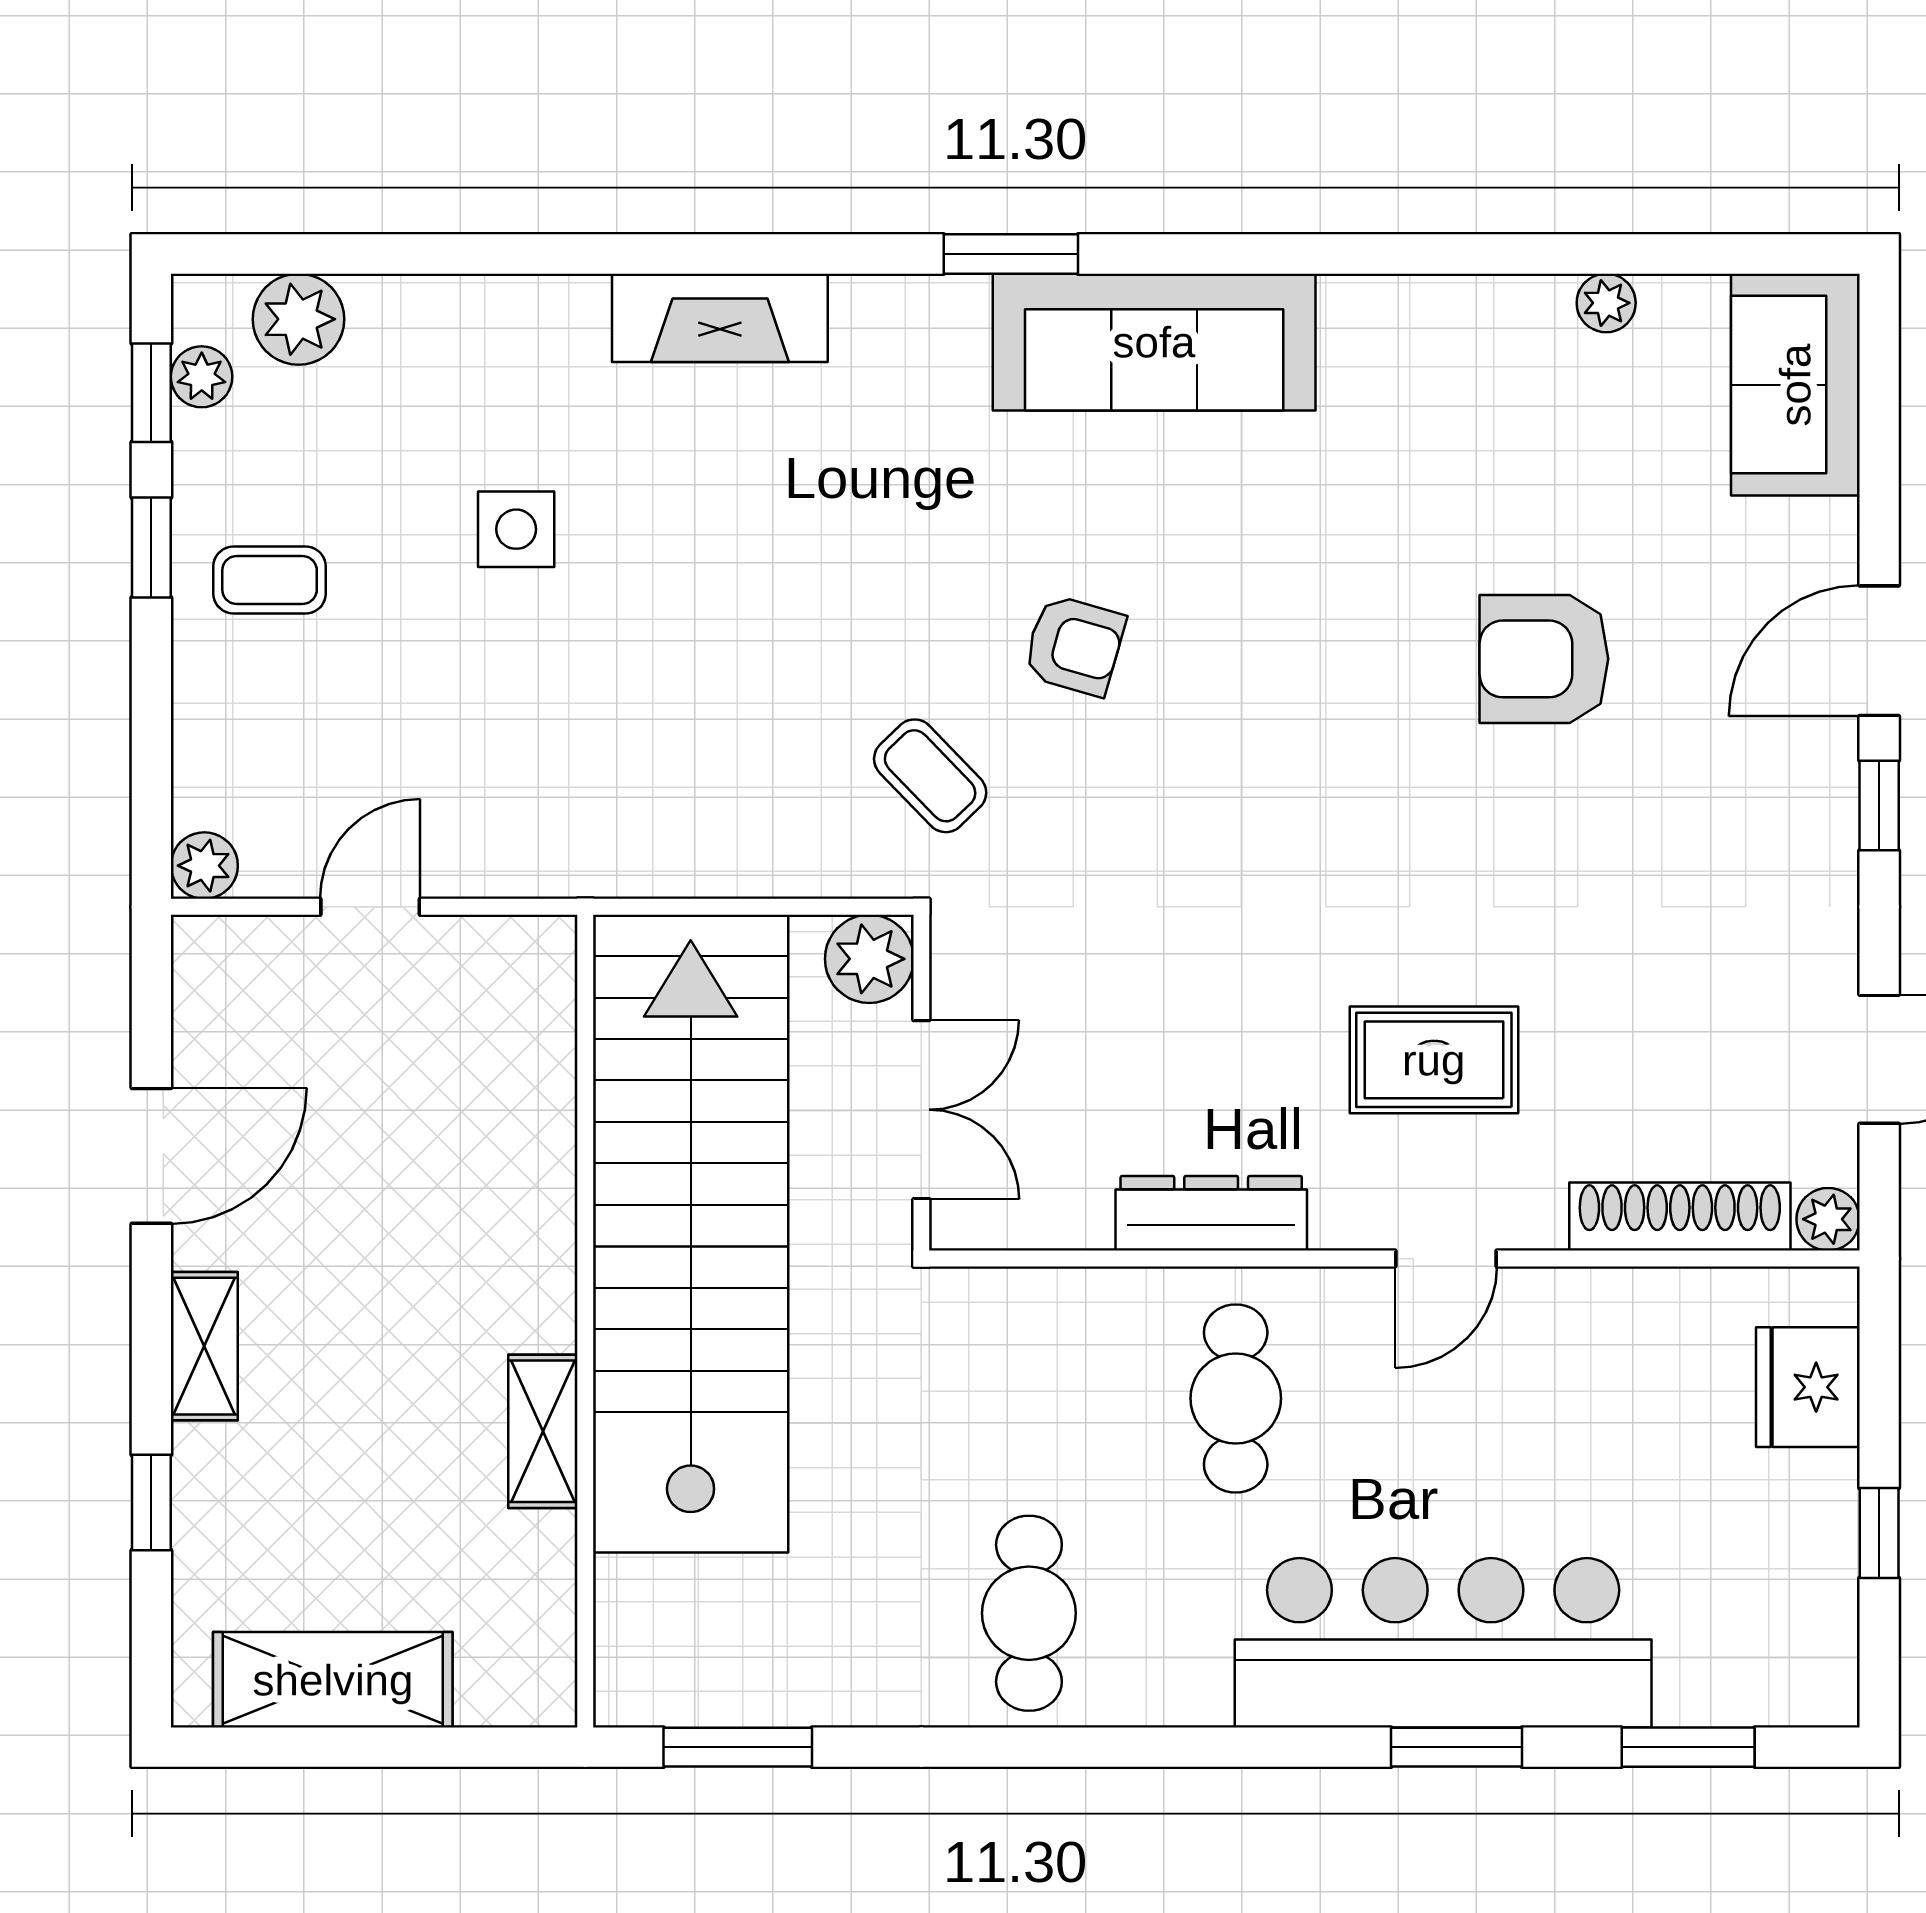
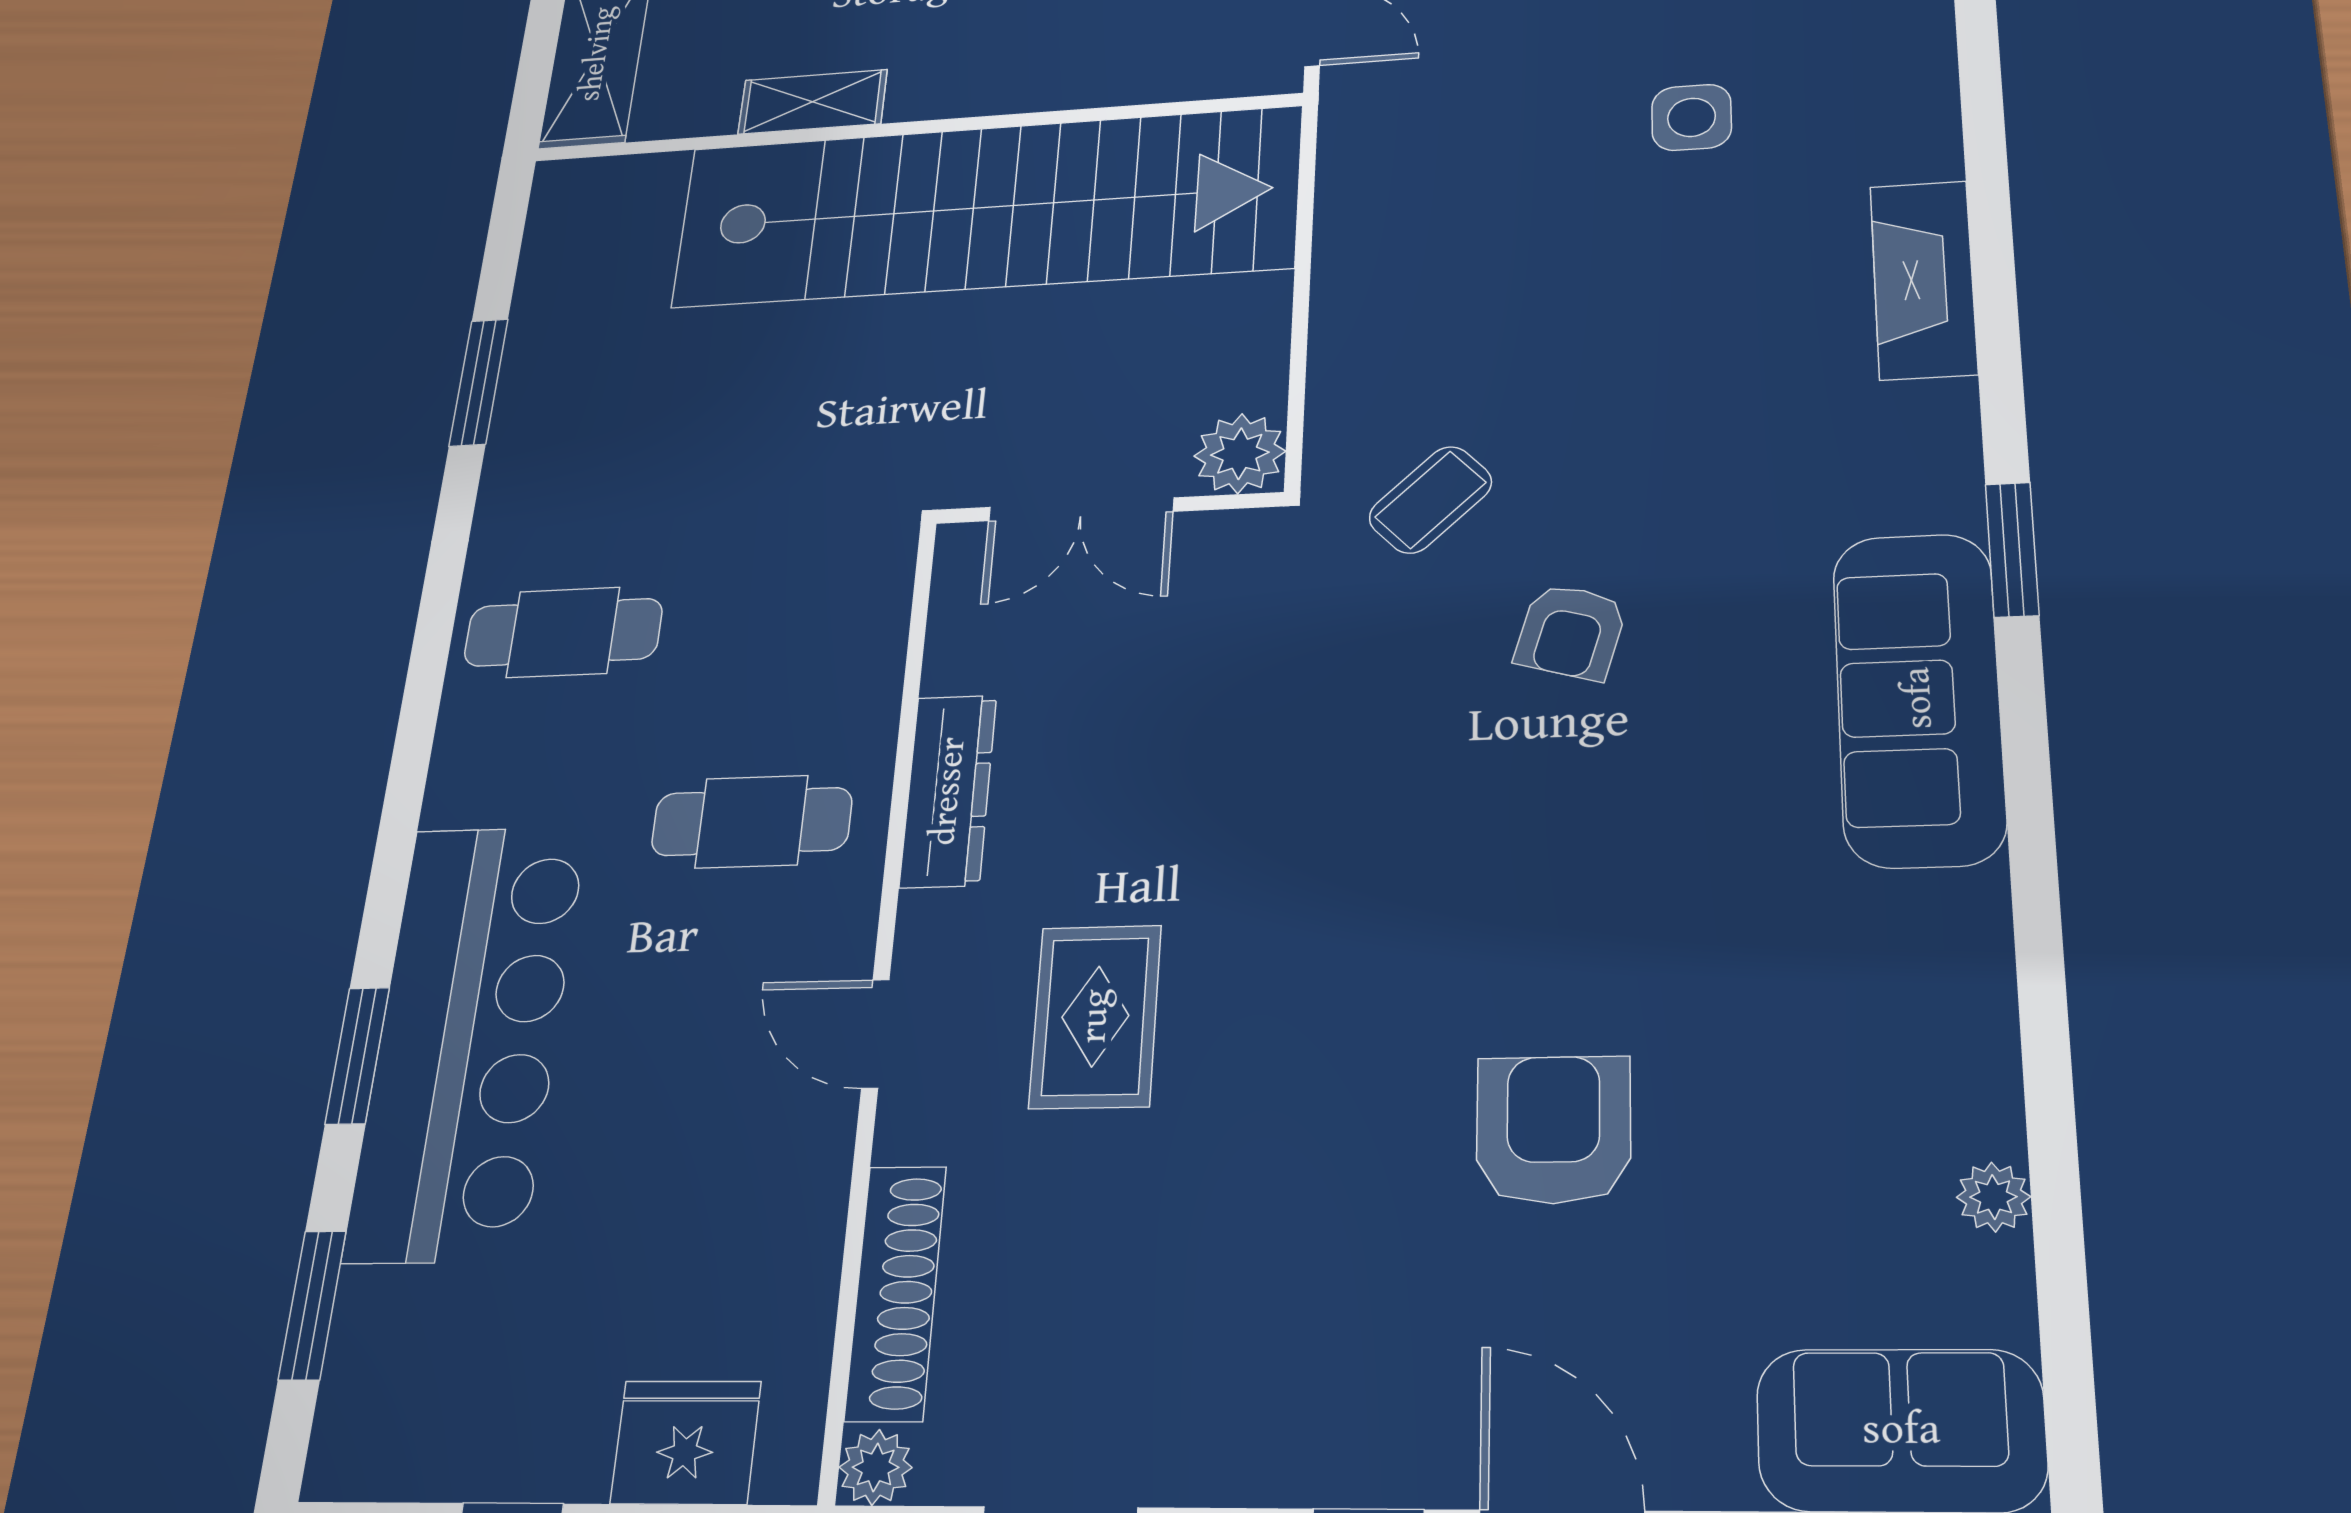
stairs: (691, 1234) -> (986, 207), moved
wall: (585, 1321) -> (911, 128), moved
shelving: (543, 1431) -> (813, 102), moved

